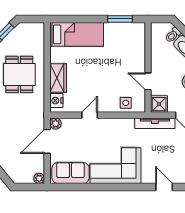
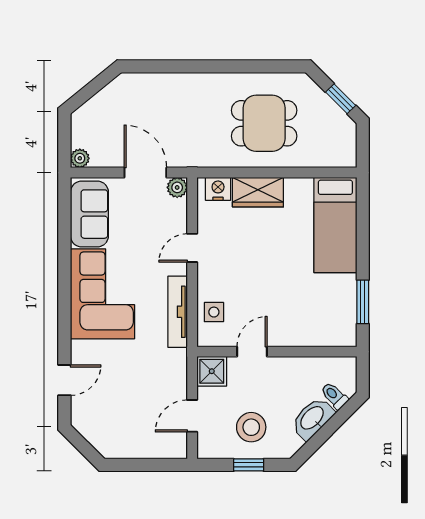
door: (90, 115) -> (192, 248), swing flipped
tv unit: (155, 123) -> (178, 312), moved

